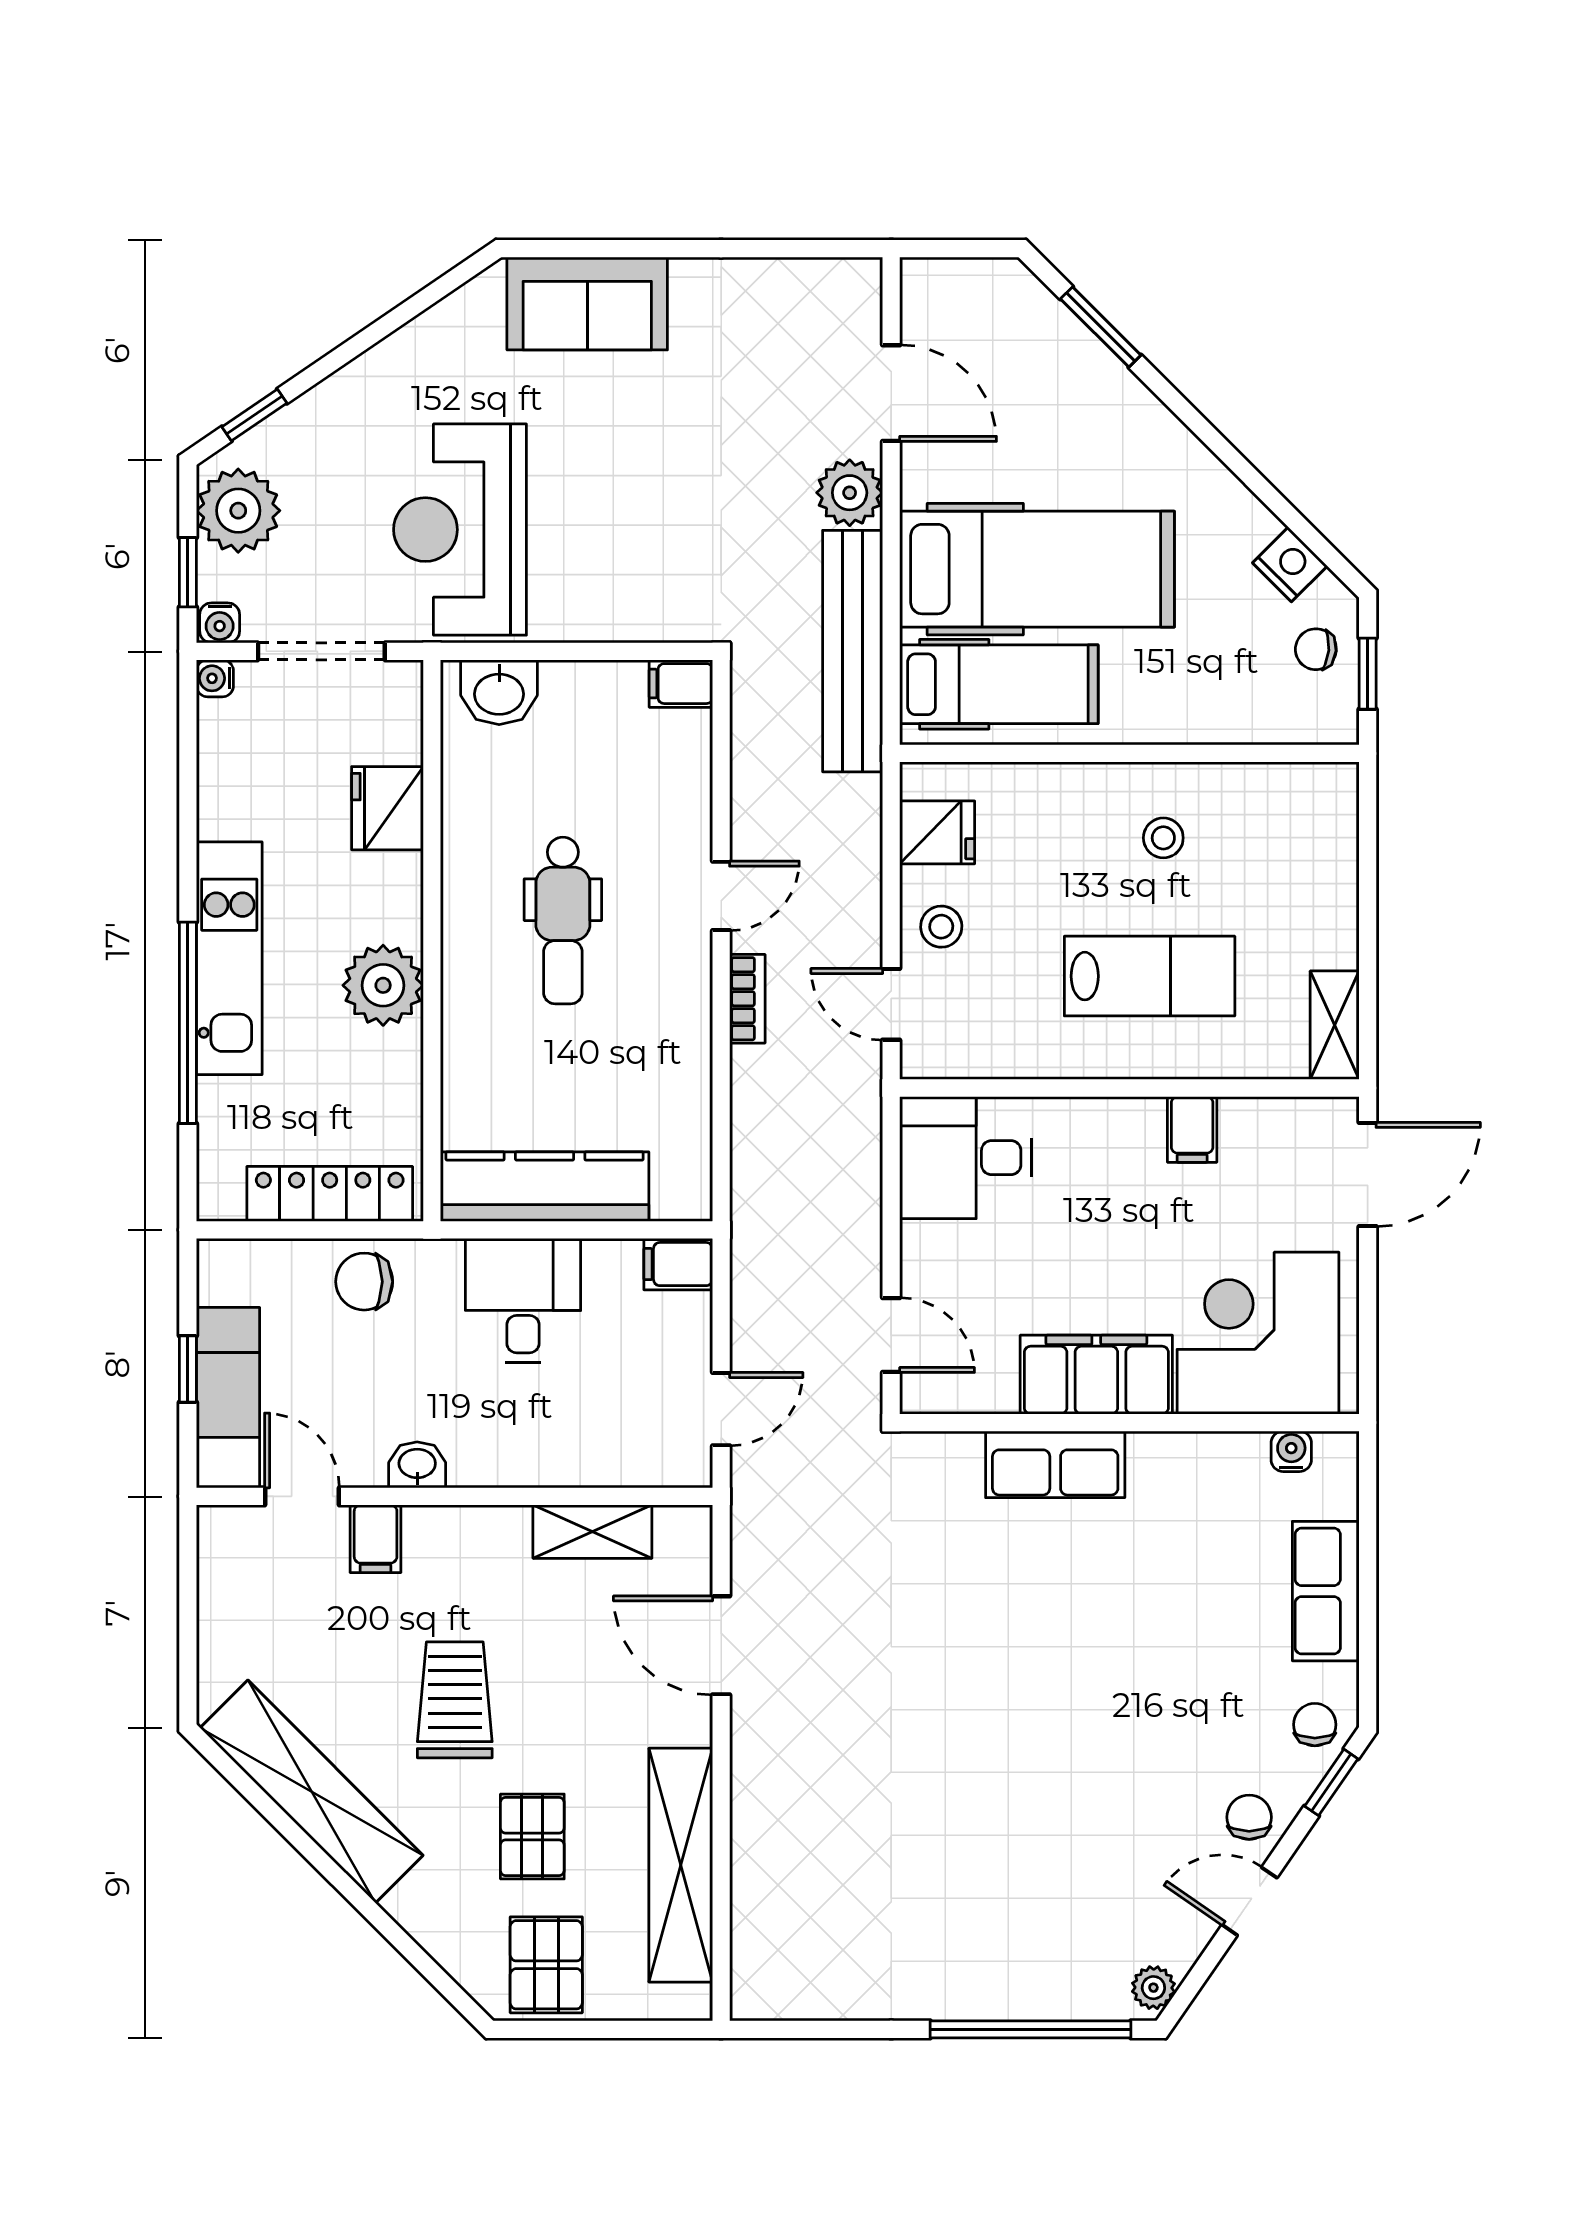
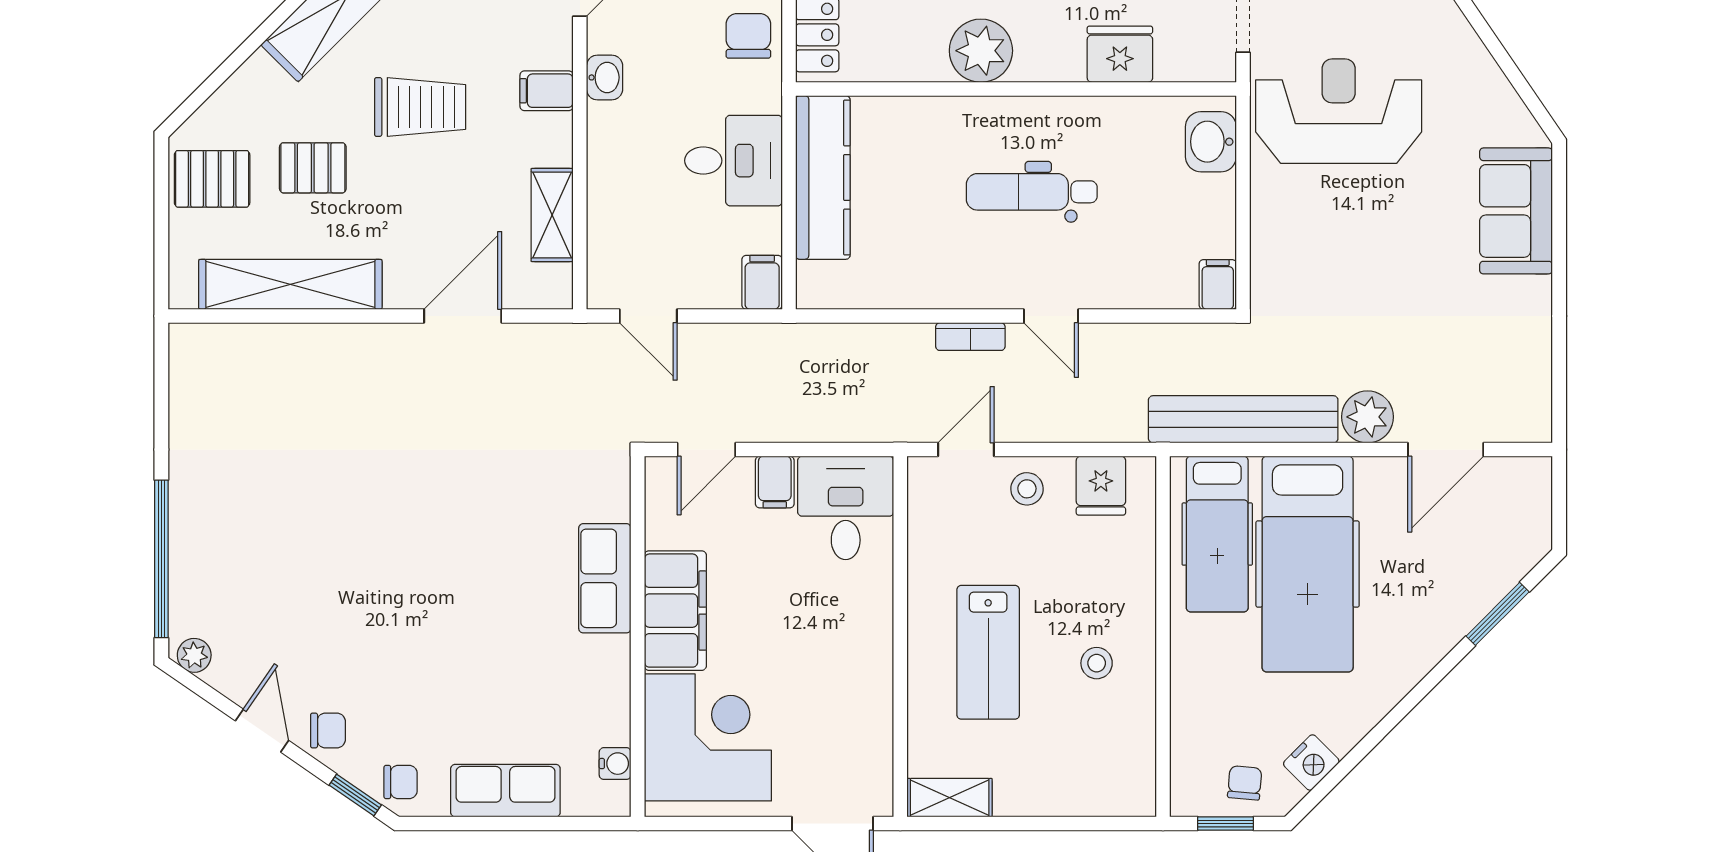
filing cabinet: (1192, 1129) -> (775, 482), moved, turned -90
filing cabinet: (376, 1539) -> (547, 91), moved

